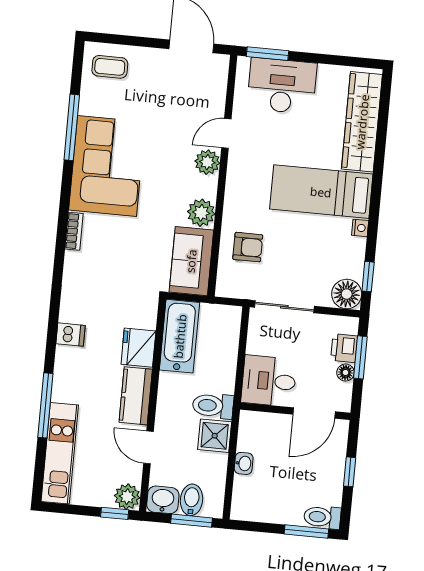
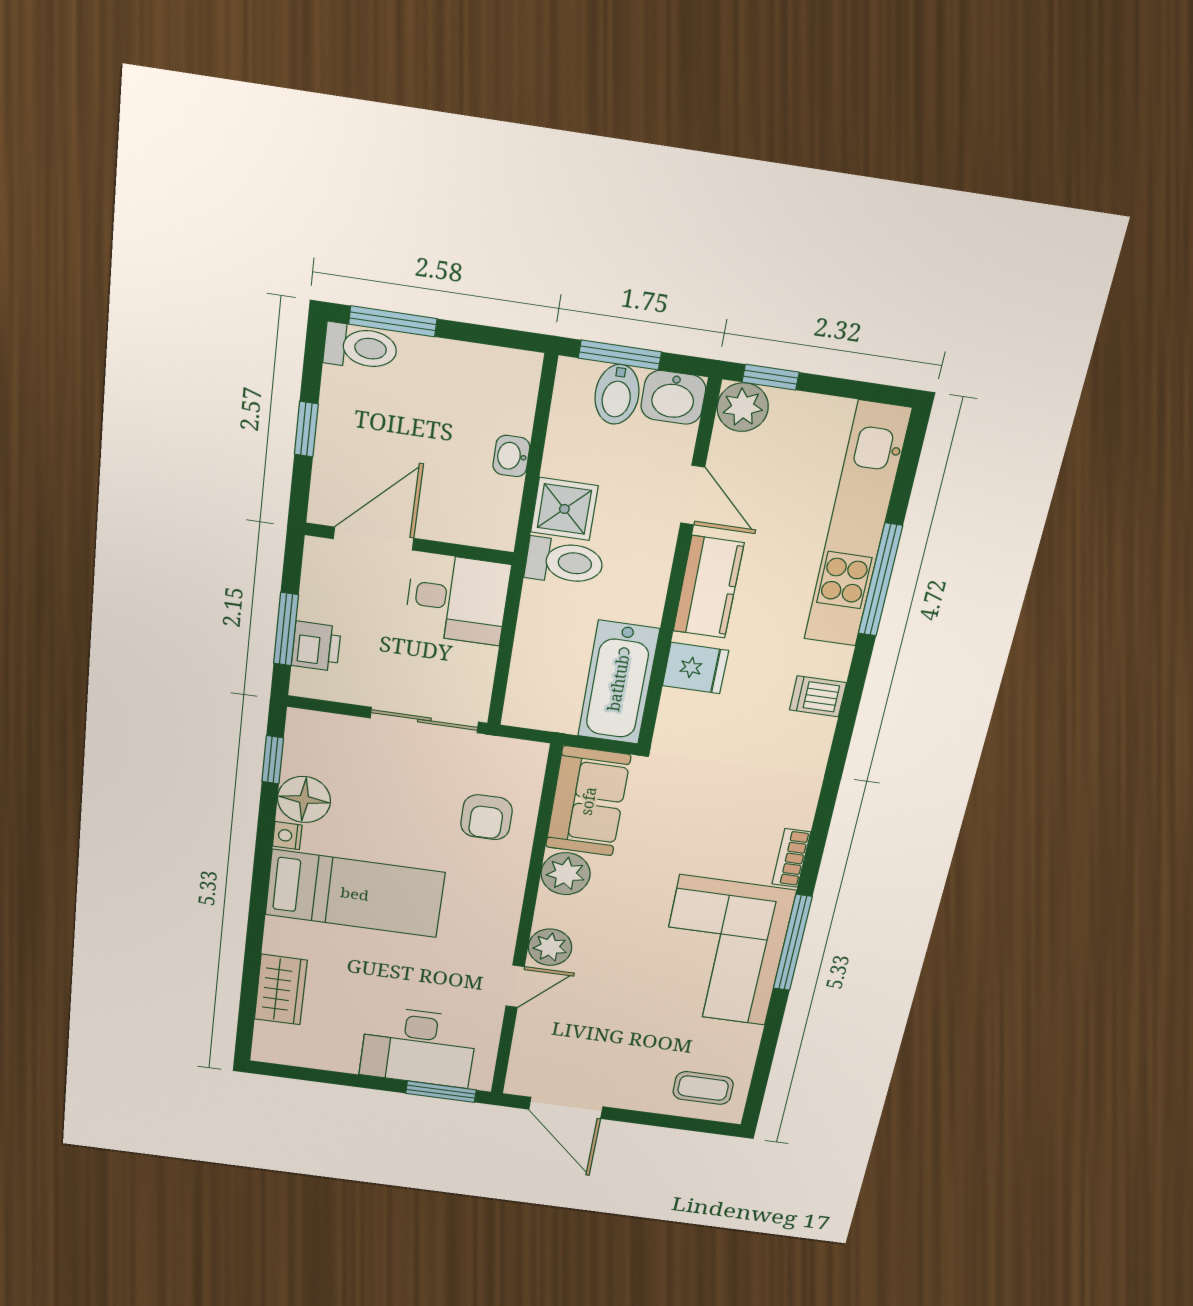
wardrobe: (362, 122) -> (281, 990), width x0.48, depth x0.85
window: (72, 127) -> (793, 943), moved
armchair: (248, 247) -> (486, 817), turned -90
floor lamp: (347, 294) -> (304, 800), moved
fridge: (138, 348) -> (695, 668), width x0.72
floor lamp: (346, 372) -> (314, 605), removed
kitchen unit: (60, 453) -> (857, 526), width x1.36

